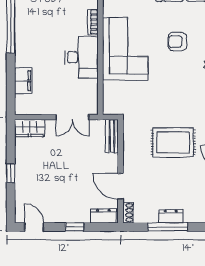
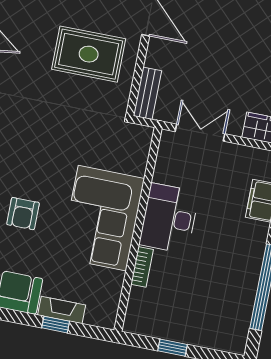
armchair: (177, 42) -> (23, 214), turned 90
rug: (173, 142) -> (89, 54), moved

